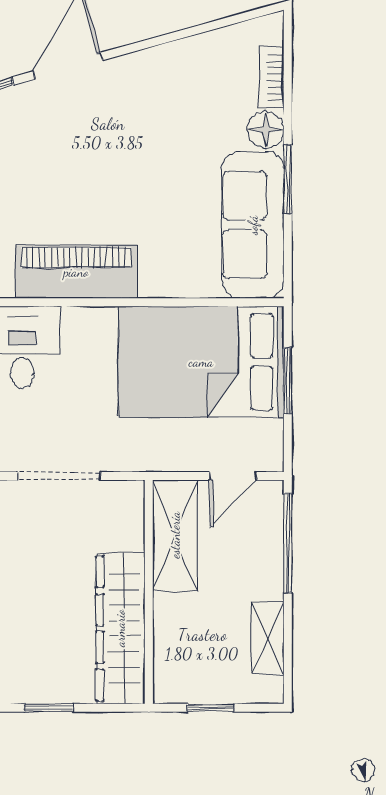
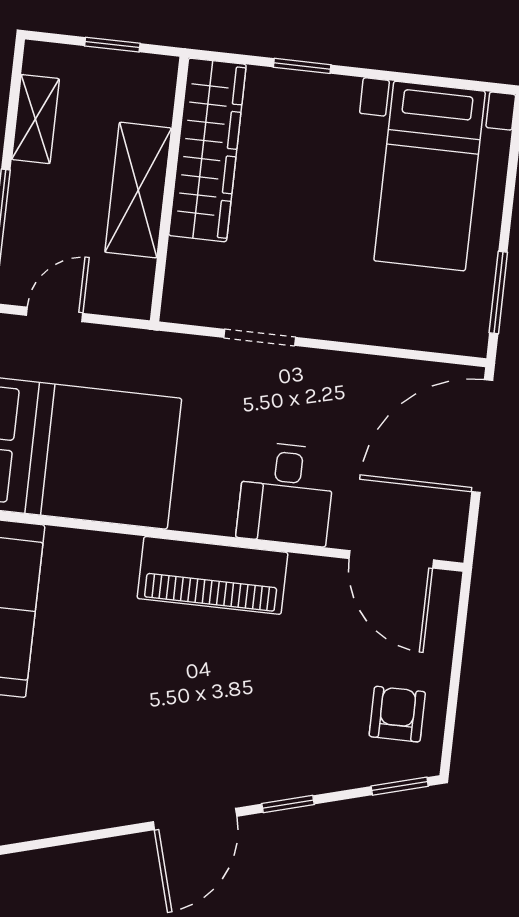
doorway: (59, 476) -> (260, 337), width x0.73
shelving: (175, 535) -> (138, 190), moved

